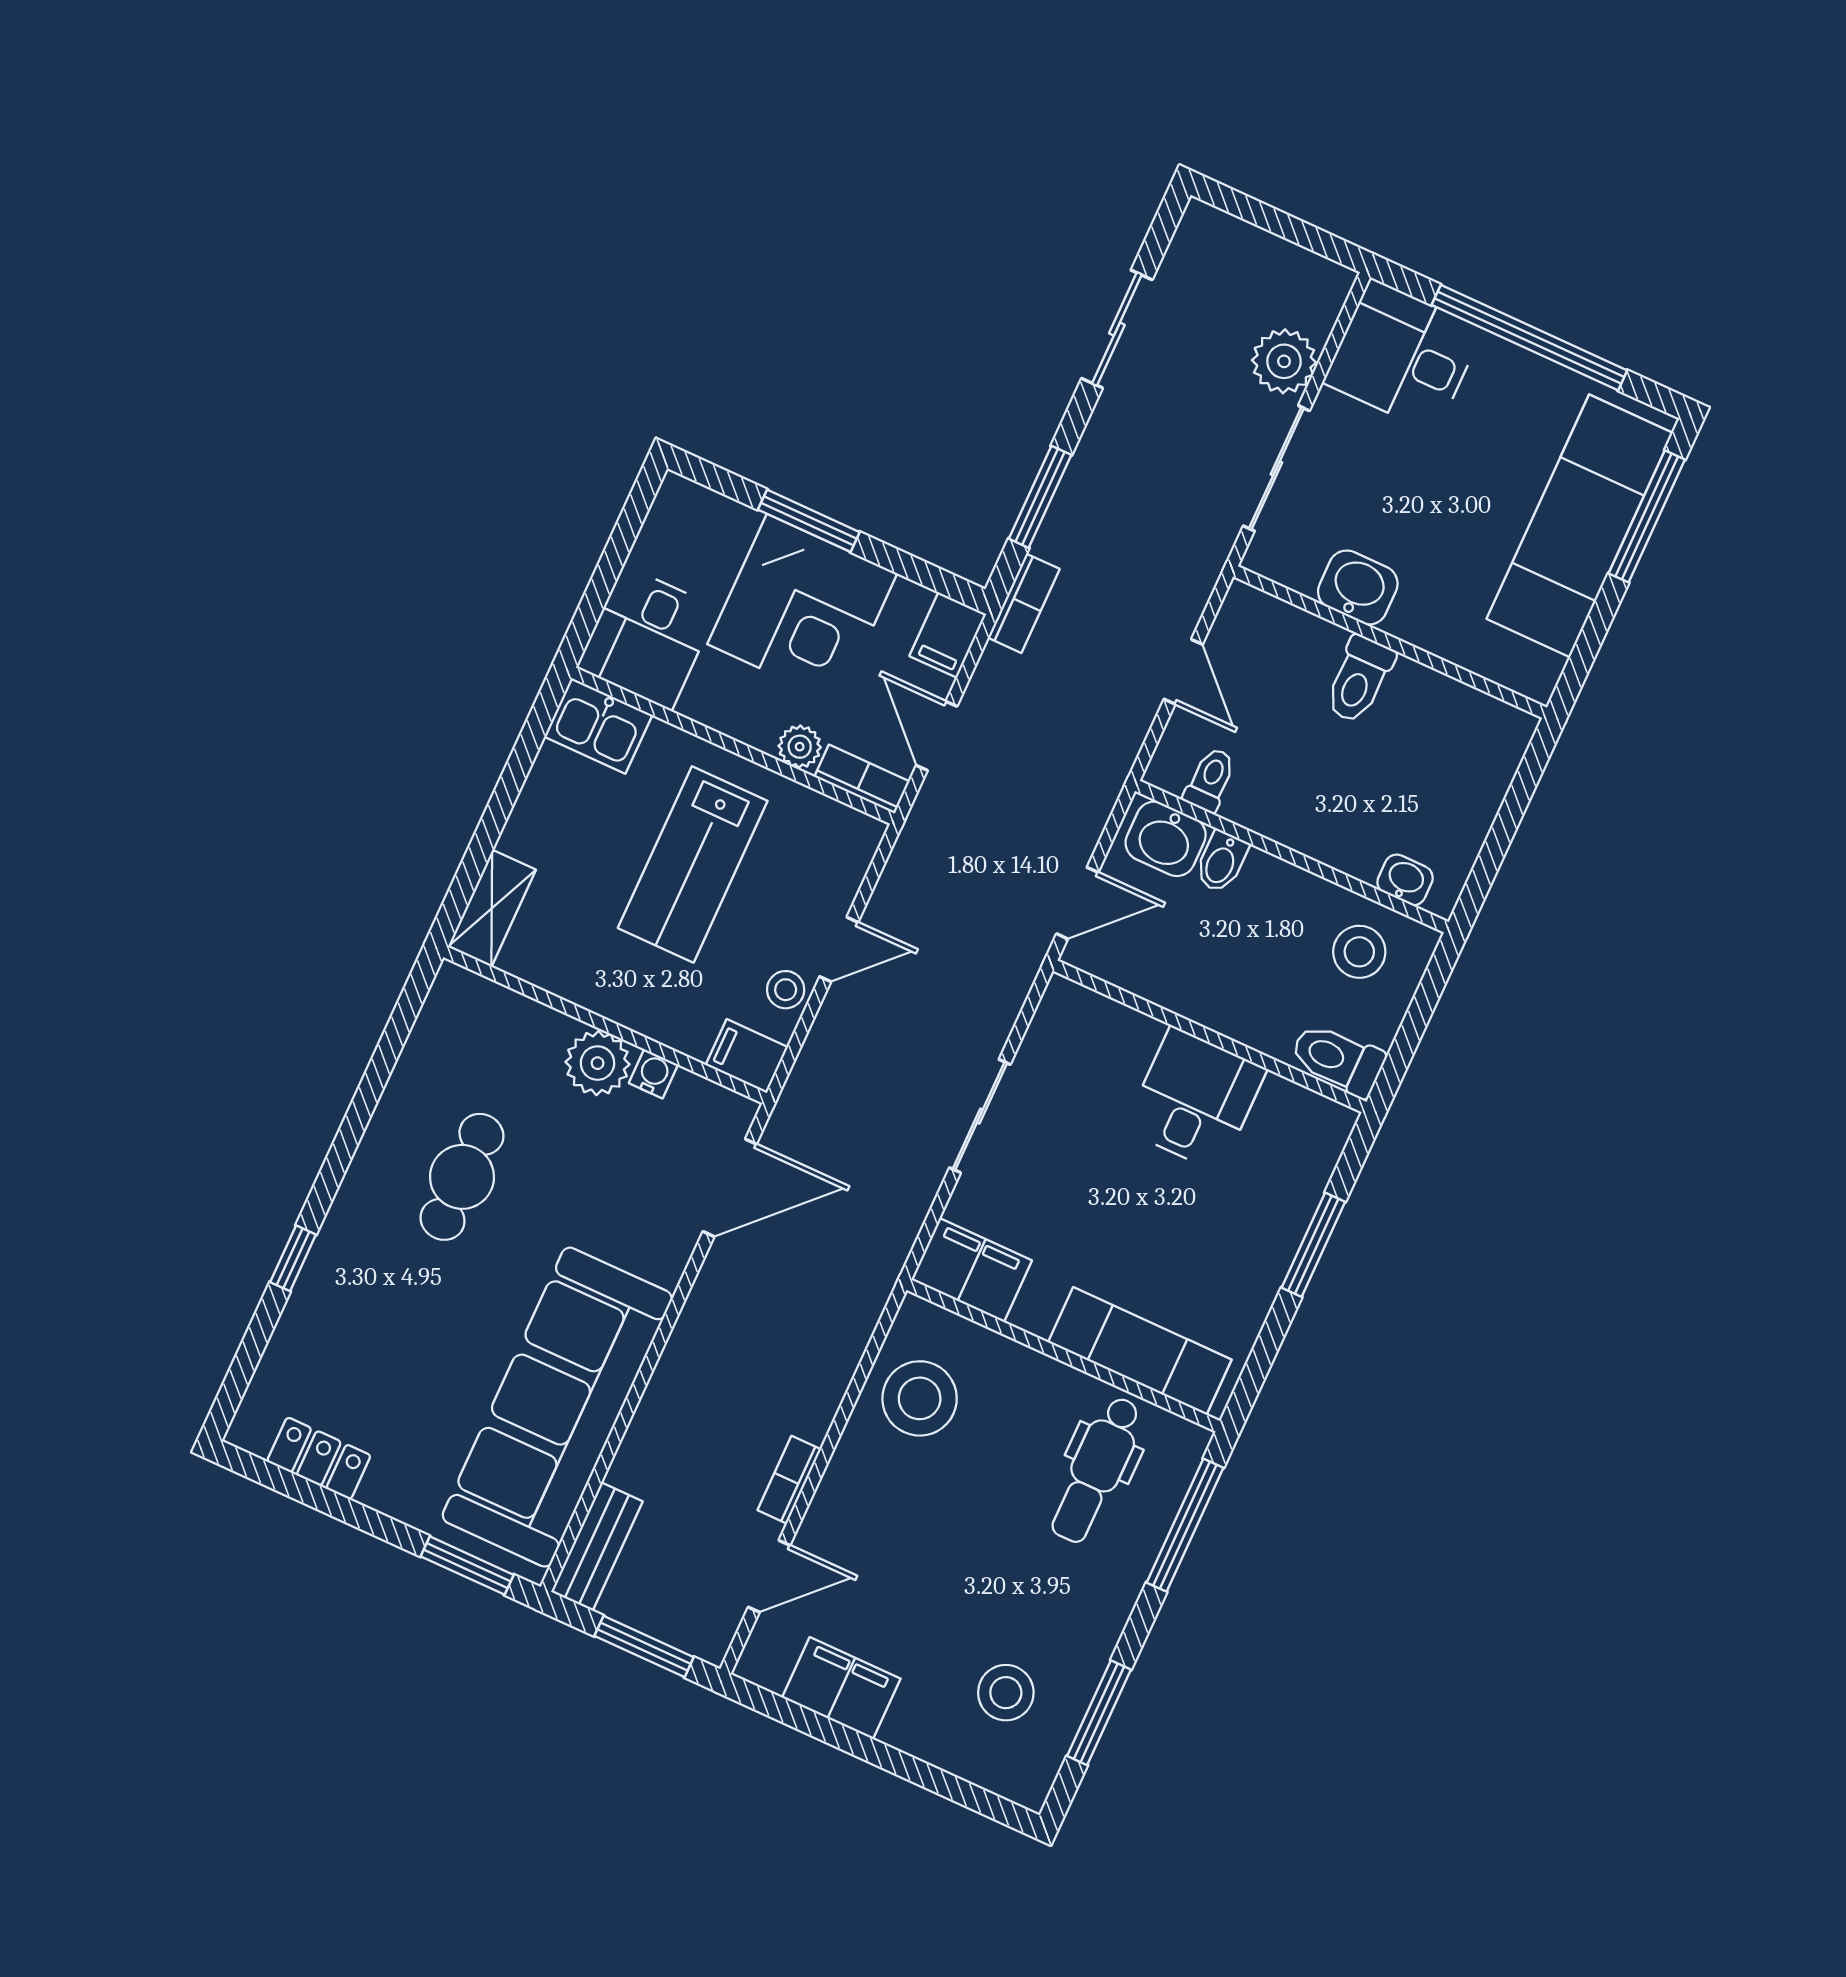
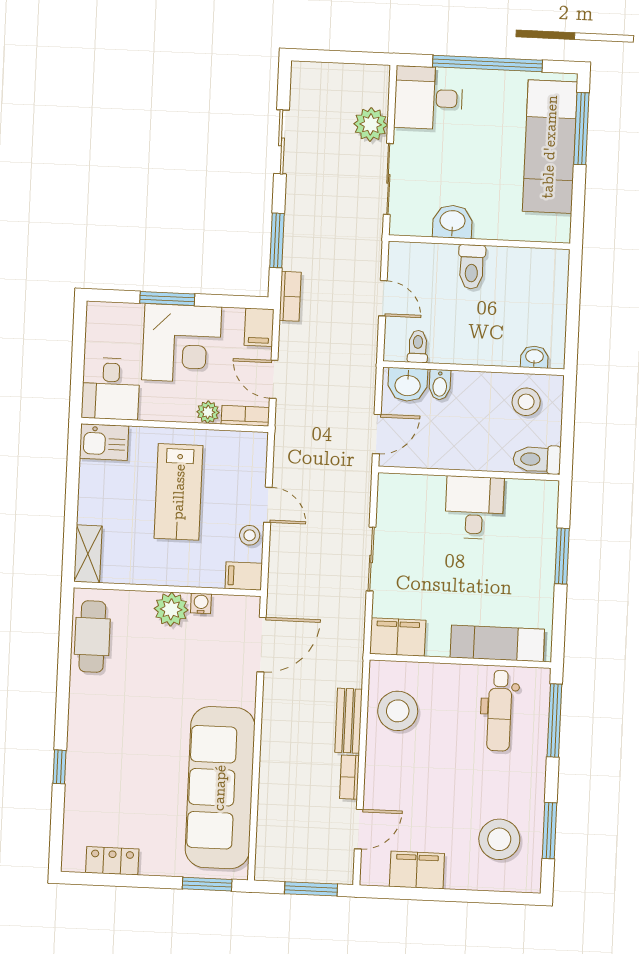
door: (839, 949) -> (268, 505), hinge flipped
cafe table: (462, 1177) -> (92, 637), moved
bench: (597, 1547) -> (349, 721), moved
stool: (1006, 1693) -> (499, 839), width x1.38, depth x1.38

